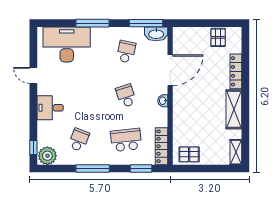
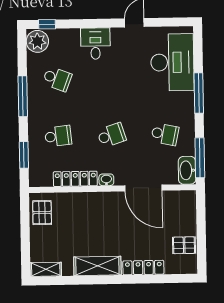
school desk: (126, 140) -> (58, 136), width x0.54
locker: (162, 146) -> (75, 179), moved

